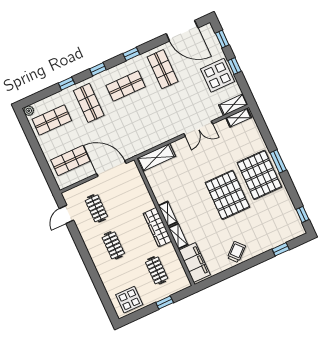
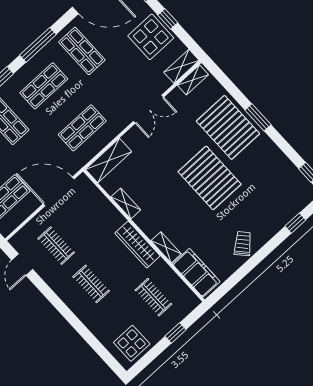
window: (131, 54) -> (38, 45), width x2.17
shop shelf: (144, 127) -> (82, 128), added
pallet: (259, 175) -> (228, 127), moved
shelving: (168, 214) -> (126, 203), moved

